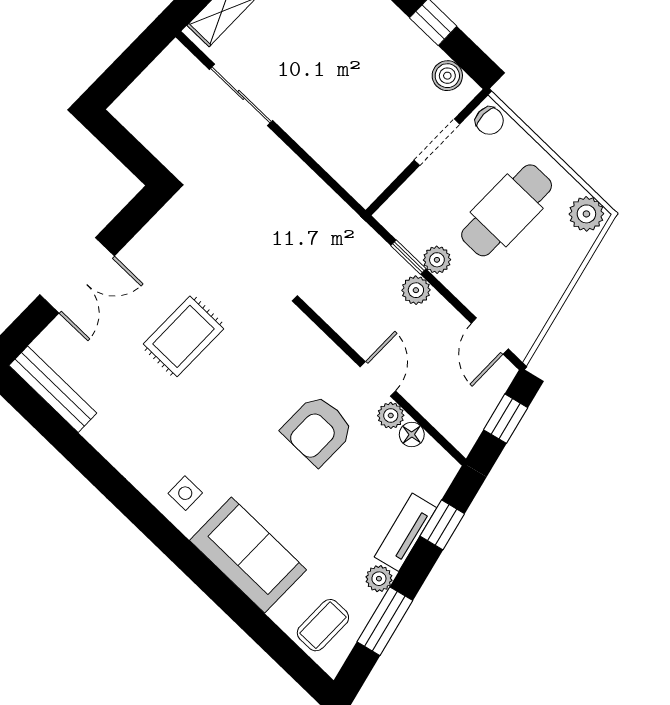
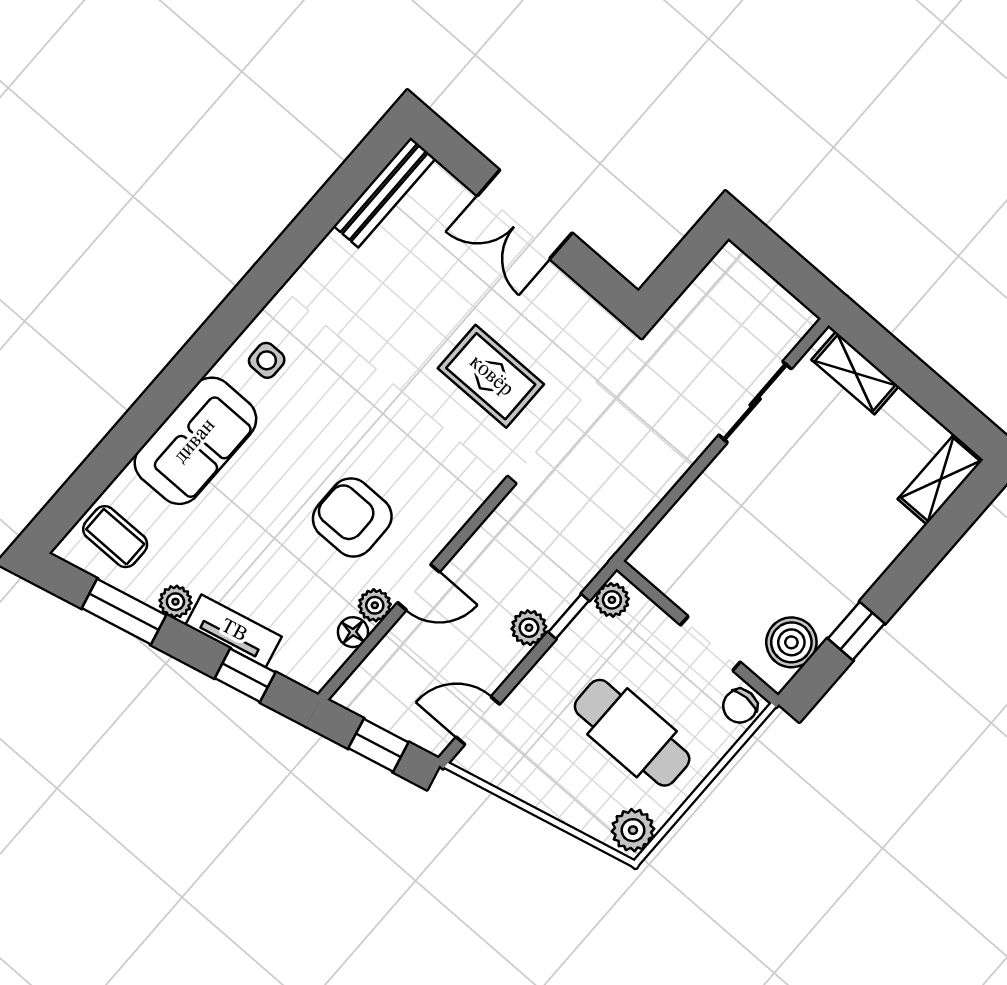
boiler: (447, 76) -> (791, 642), width x1.36, depth x1.36
plant: (437, 260) -> (612, 600), moved
rug: (184, 336) -> (491, 376), moved

